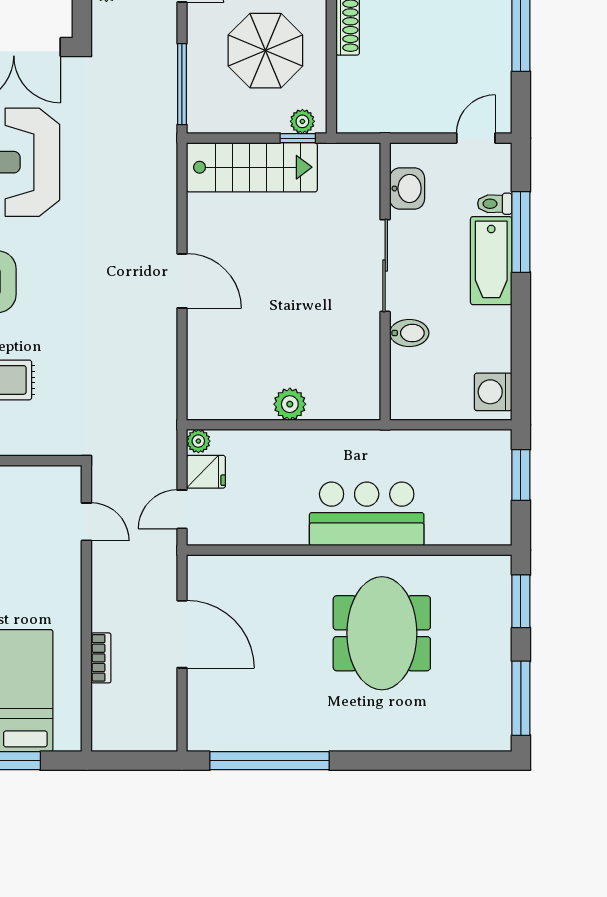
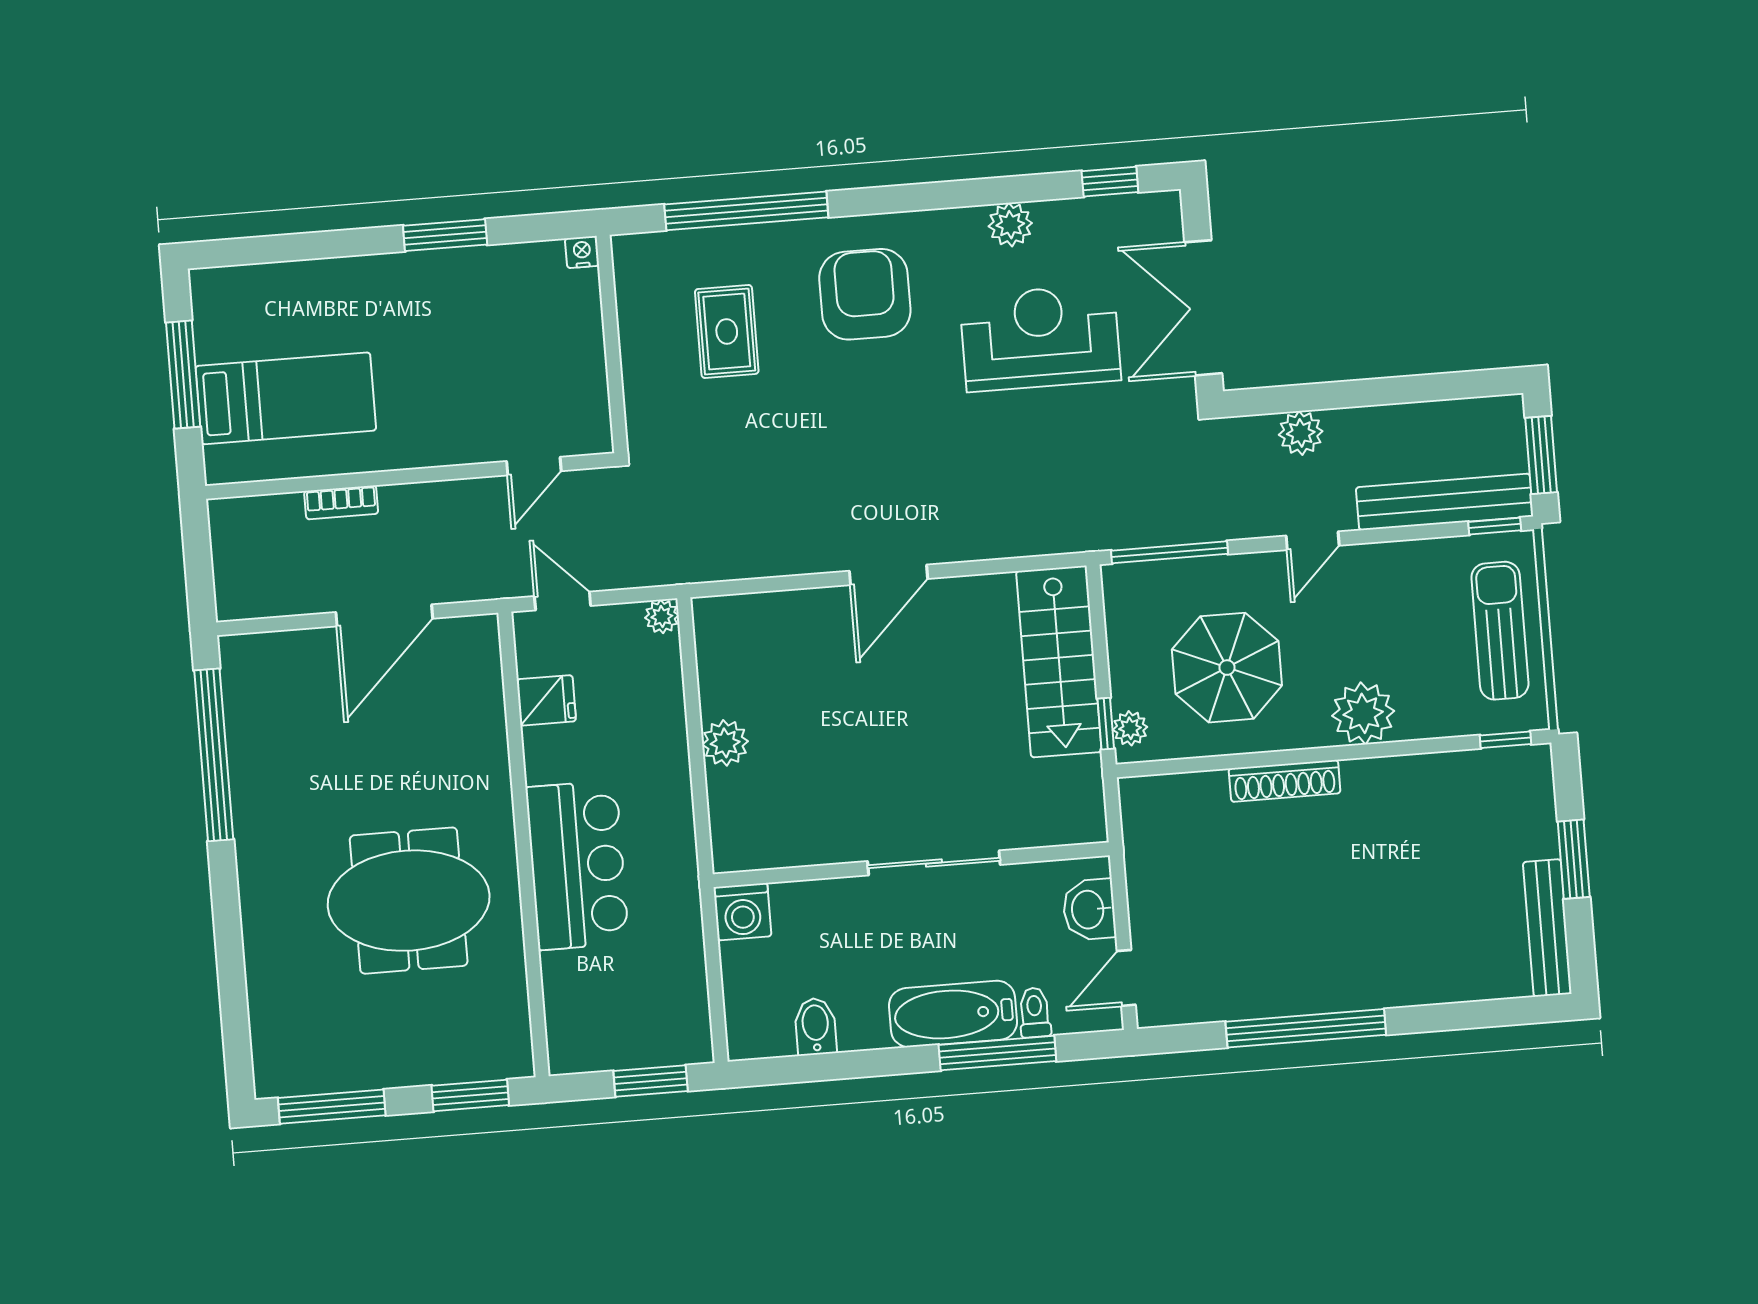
door: (476, 138) -> (1126, 978), swing flipped
washbasin: (407, 188) -> (1089, 910), moved, turned 90
bidet: (409, 333) -> (816, 1027), moved, turned 180
washing machine: (493, 392) -> (742, 912), moved, turned 180
fridge: (206, 472) -> (546, 700), moved, turned -90

